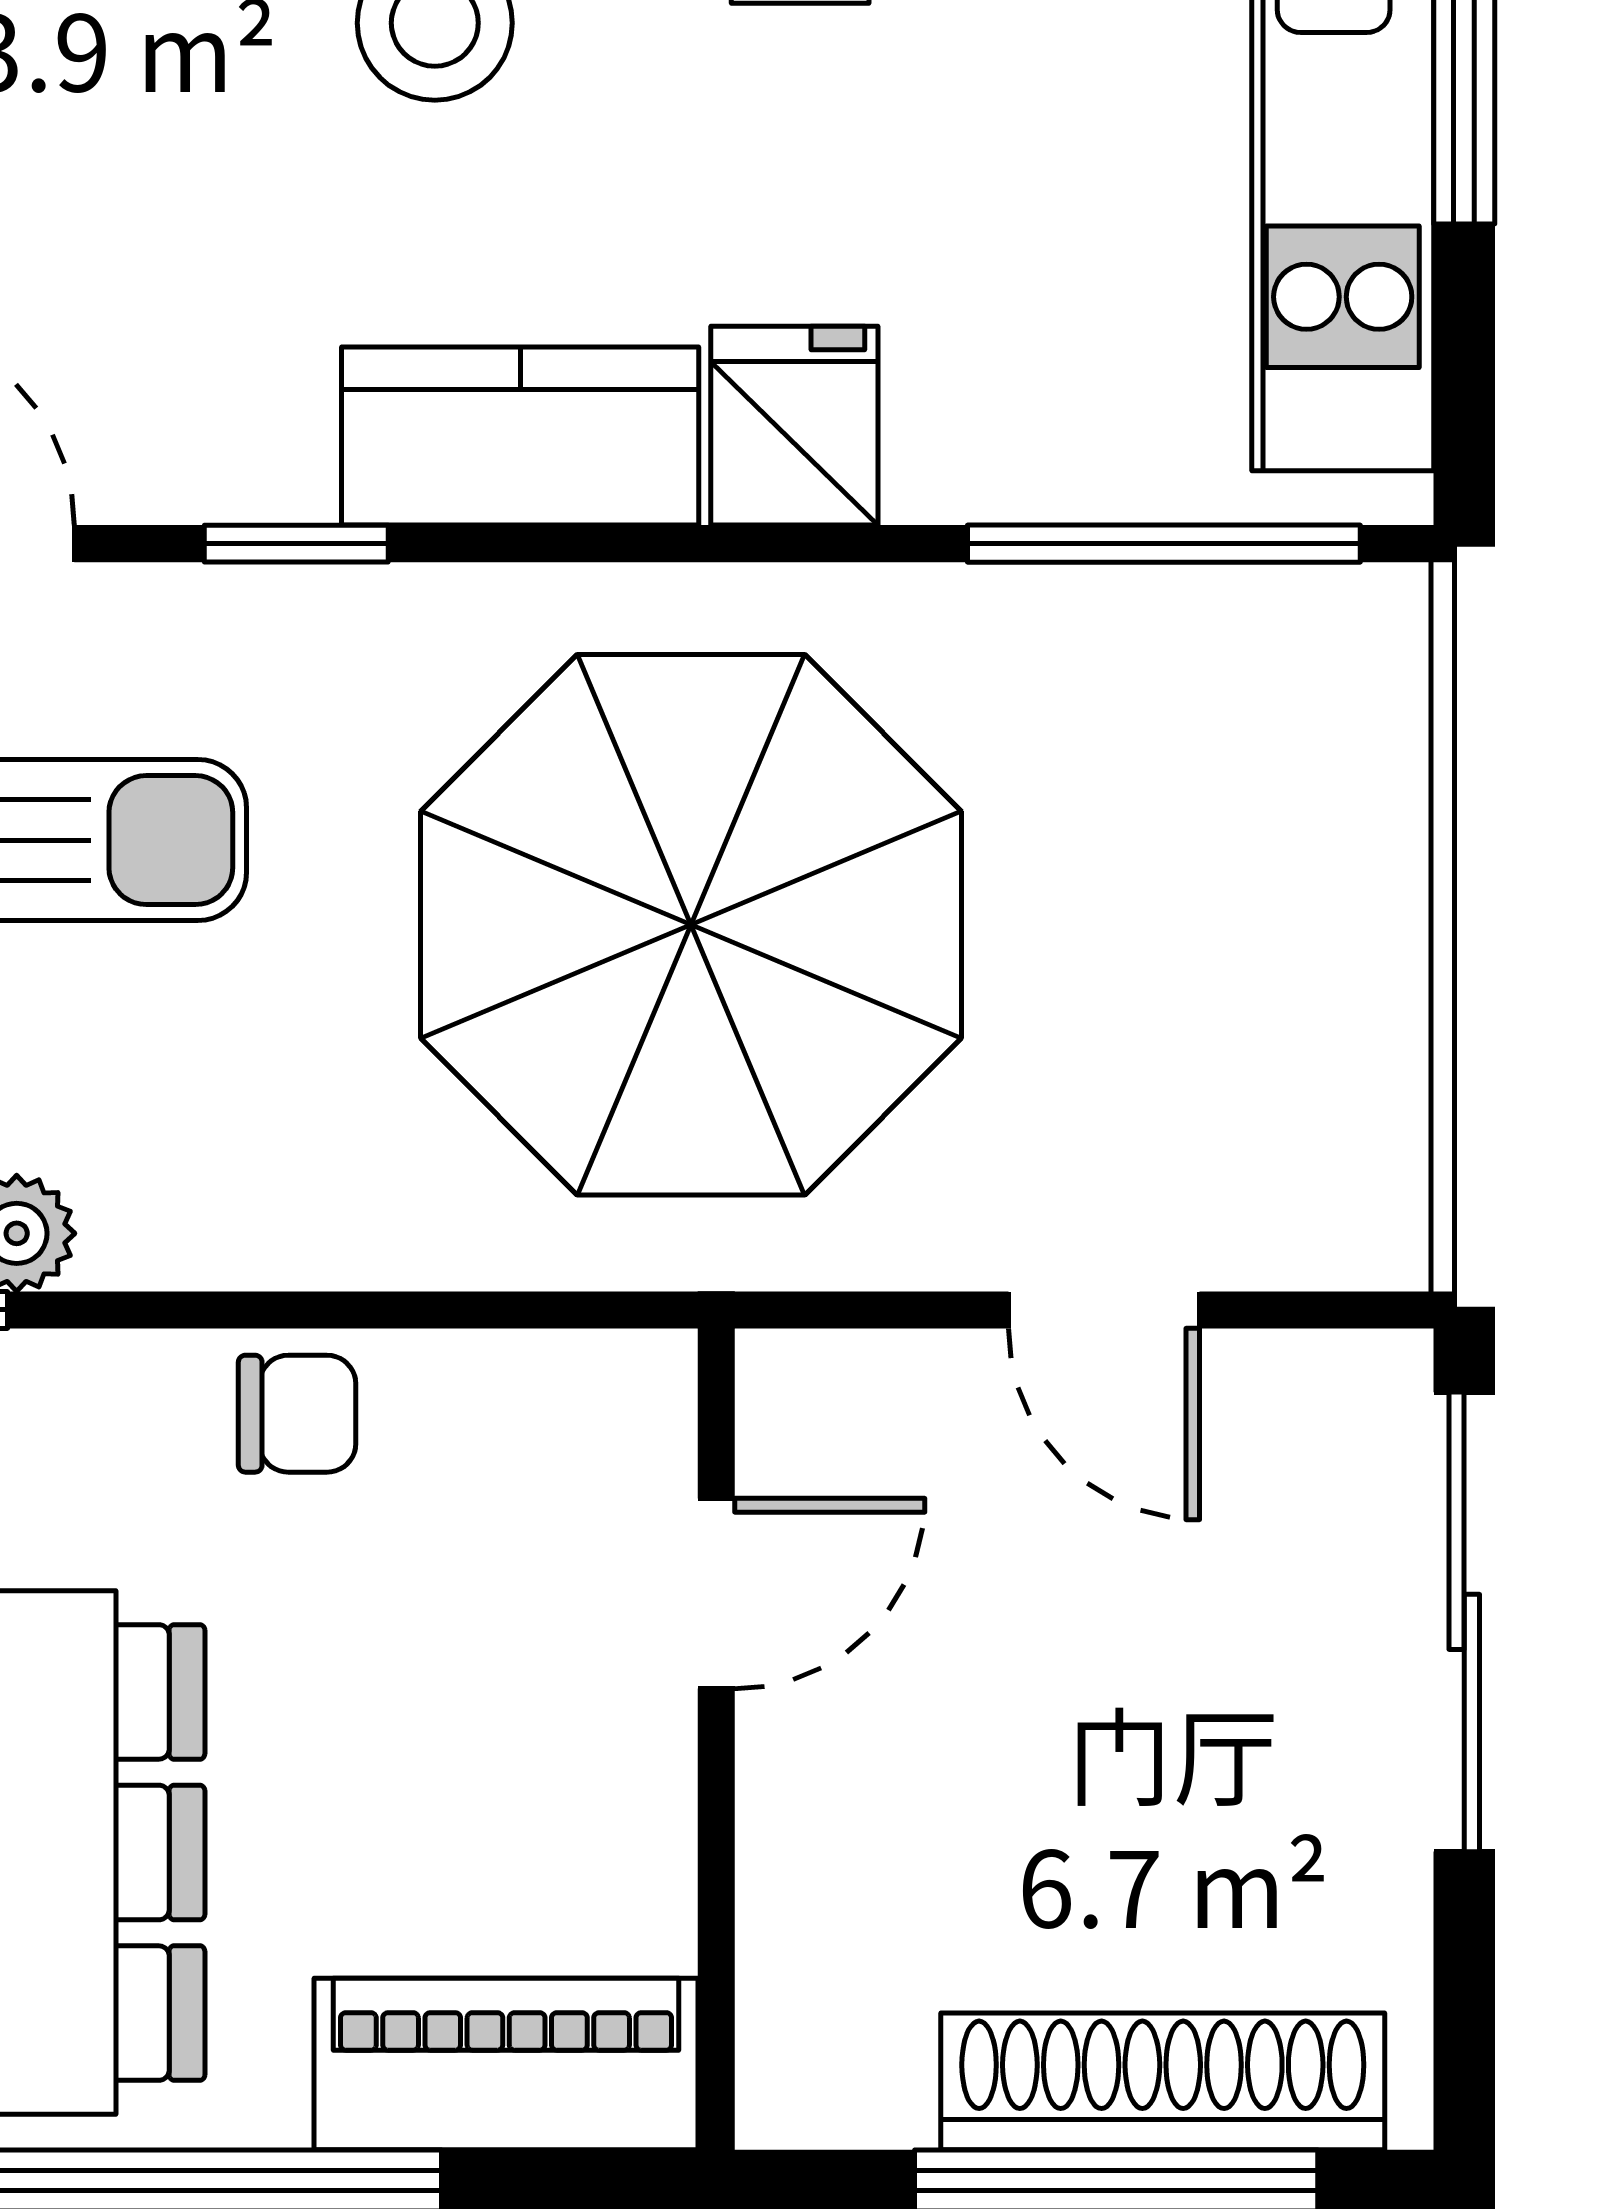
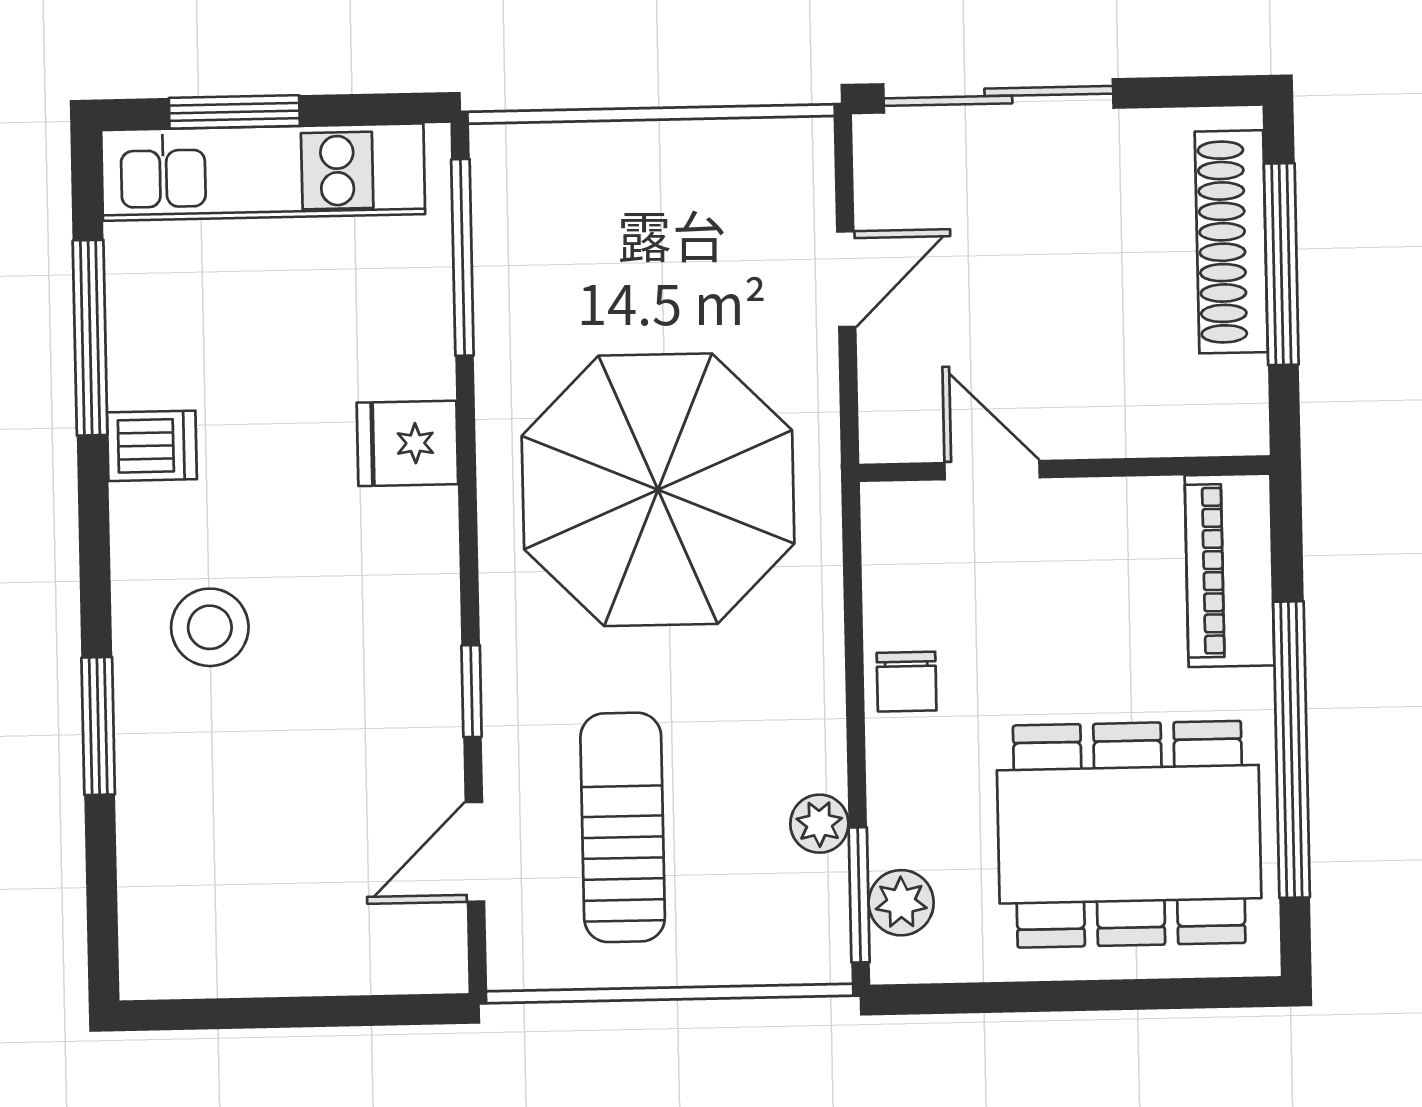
kitchen counter: (520, 436) -> (415, 580), removed
chair: (297, 1414) -> (907, 682), turned 180

